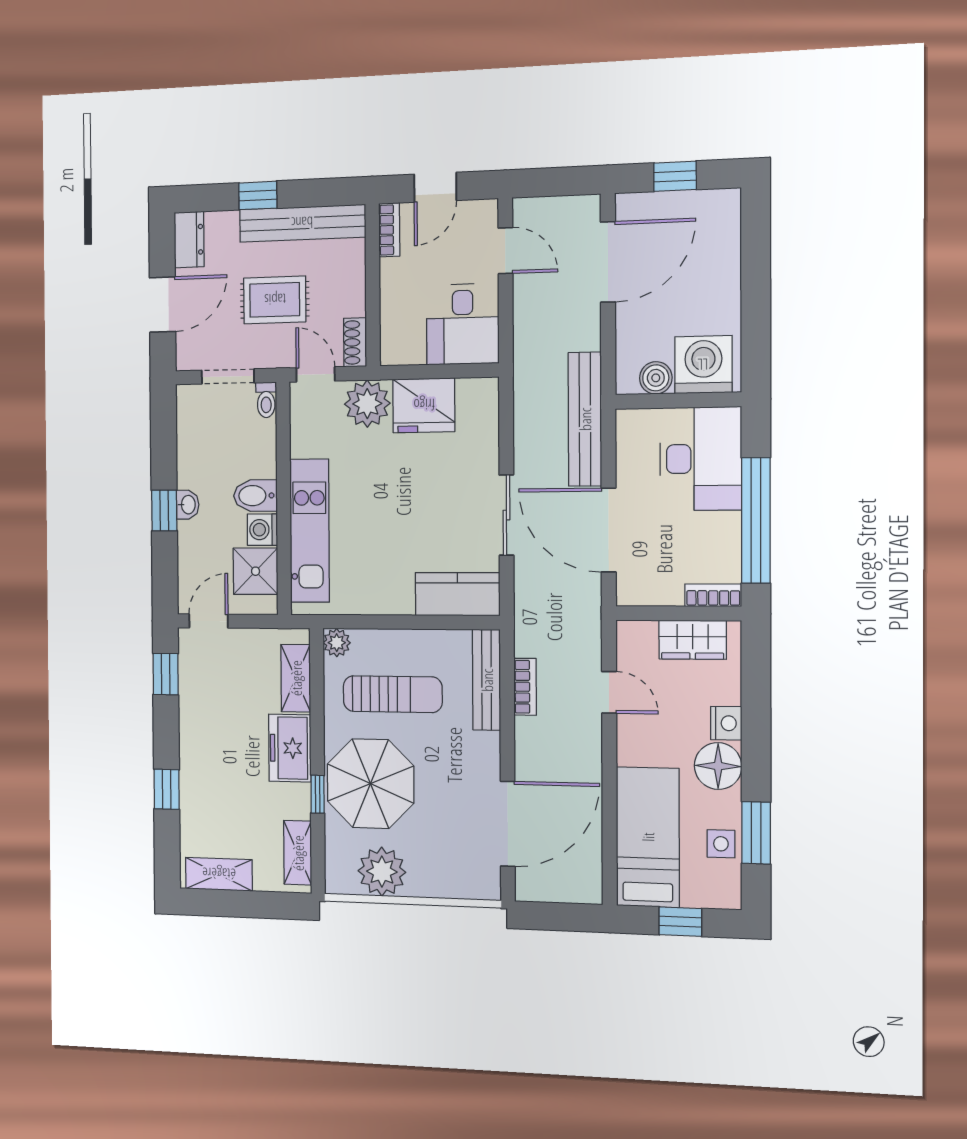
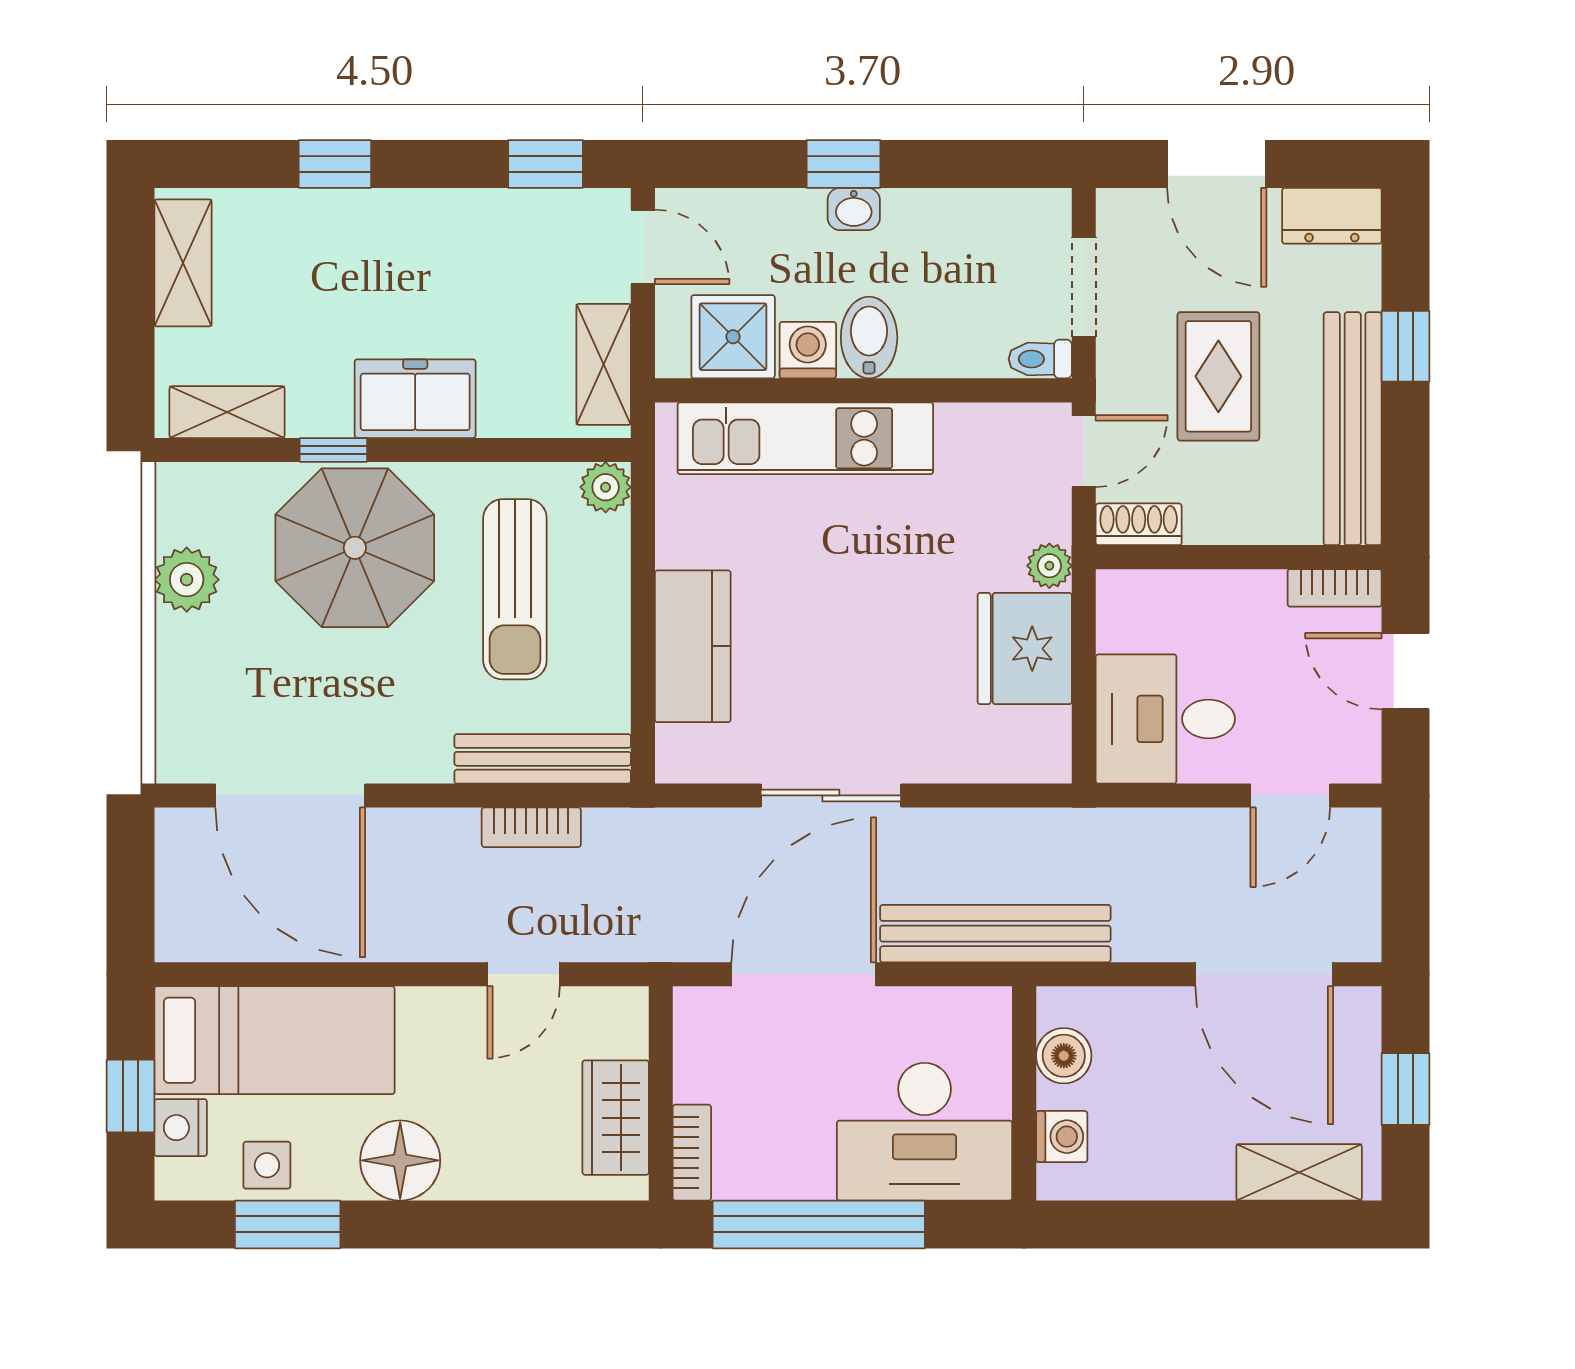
shelving: (725, 237) -> (1299, 1172), added
washing machine: (703, 365) -> (1062, 1137), width x0.53, depth x0.53
plant: (367, 404) -> (1049, 566), width x0.53, depth x0.53
kitchen counter: (458, 594) -> (693, 646), moved
shelving: (296, 678) -> (604, 364), moved, turned 90
nightstand: (726, 723) -> (181, 1128), moved, turned 90
plant: (382, 872) -> (187, 580), width x0.73, depth x0.73

